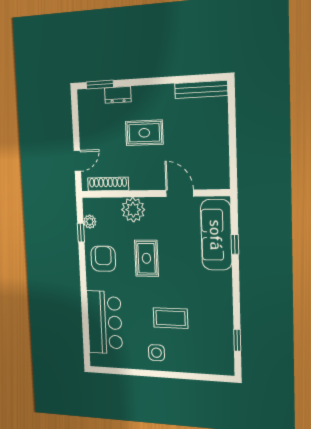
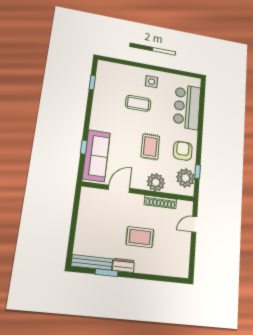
window: (100, 85) -> (107, 273), moved
dresser: (118, 95) -> (123, 265), moved
shoe rack: (108, 184) -> (160, 202), moved
door: (180, 193) -> (119, 189), swing flipped
plant: (90, 222) -> (186, 178), width x1.88, depth x1.88
armchair: (103, 259) -> (183, 151), turned 180

